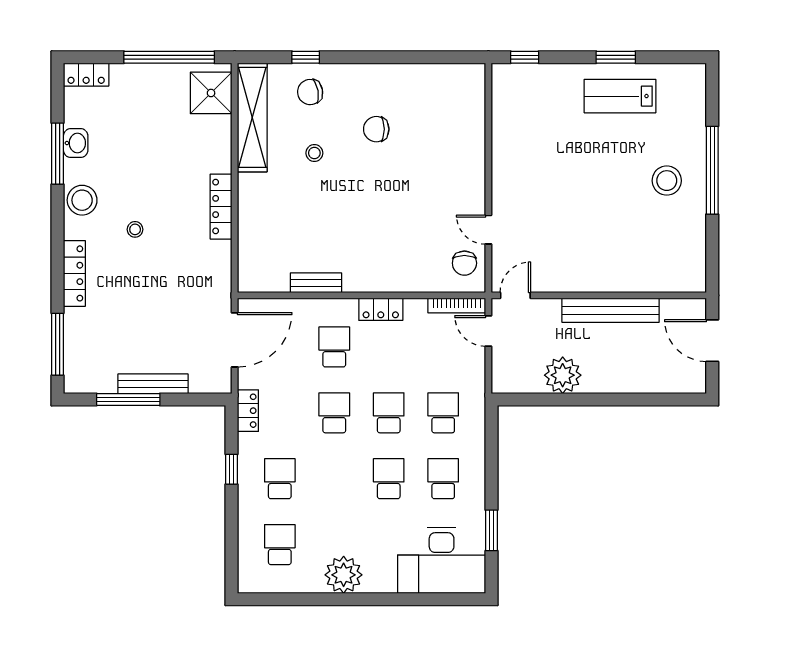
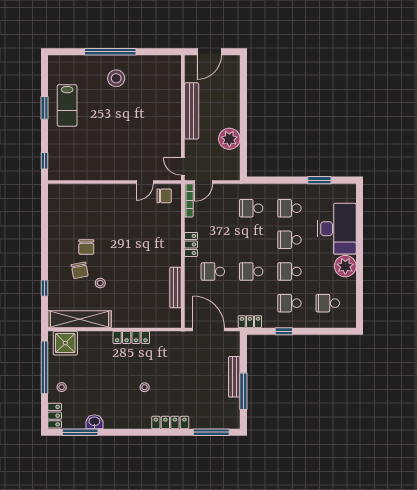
chair: (310, 92) -> (80, 270), moved
window: (58, 154) -> (80, 432), moved
stool: (82, 200) -> (62, 387), moved, width x0.53, depth x0.53
bench: (316, 283) -> (176, 288), width x1.36
school desk: (389, 413) -> (289, 271), moved
desk: (442, 560) -> (337, 229), moved

